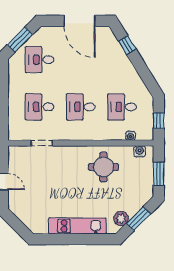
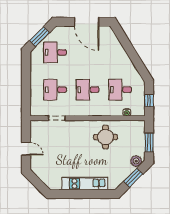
window: (127, 45) -> (124, 41), removed
water cooler: (140, 151) -> (134, 125), removed
plant: (121, 219) -> (136, 161), moved

